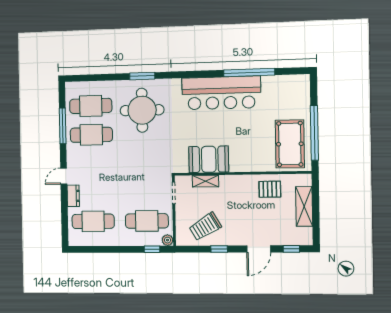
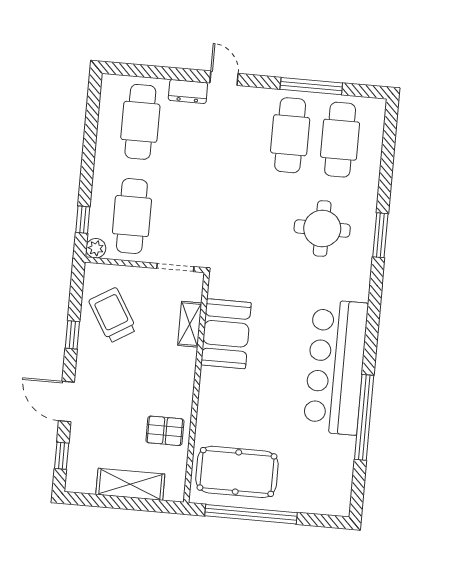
round table: (142, 110) -> (322, 228), width x0.73, depth x0.73
pallet: (270, 189) -> (165, 431), turned 90

